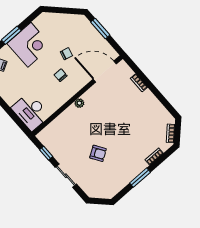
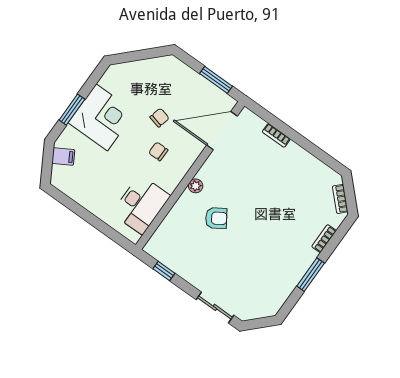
window: (100, 29) -> (216, 80), moved
desk: (31, 112) -> (141, 204), moved, turned -90
armchair: (98, 153) -> (216, 218), moved
sliding door: (66, 176) -> (215, 307), moved

